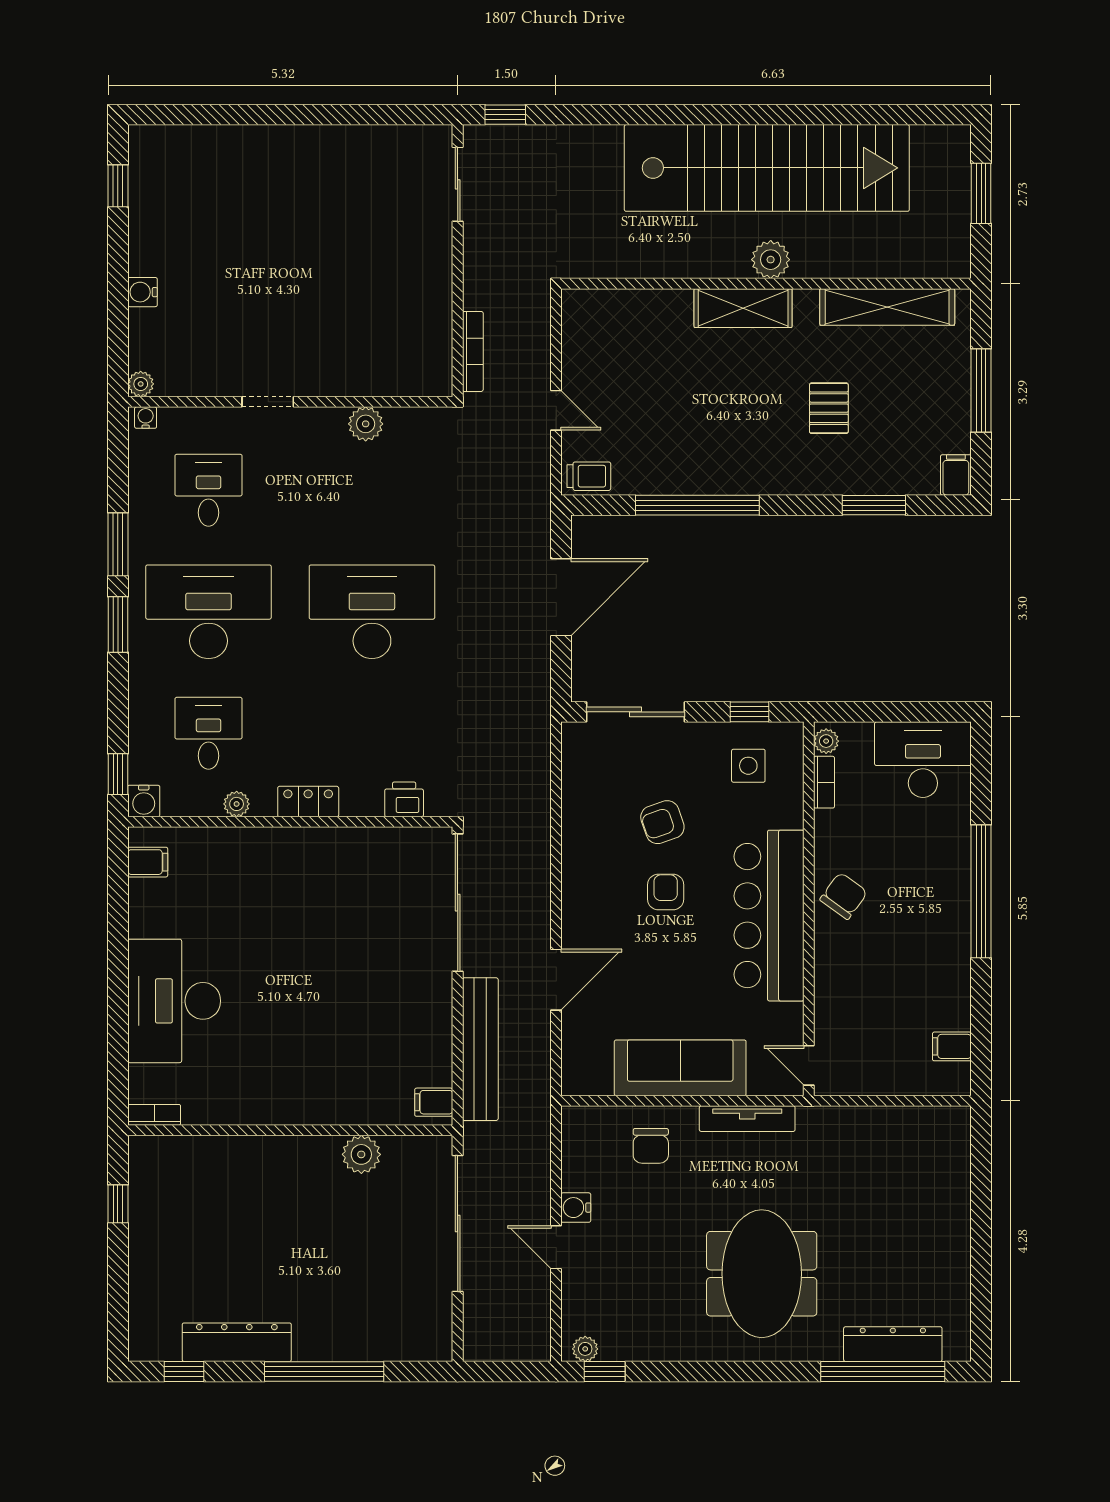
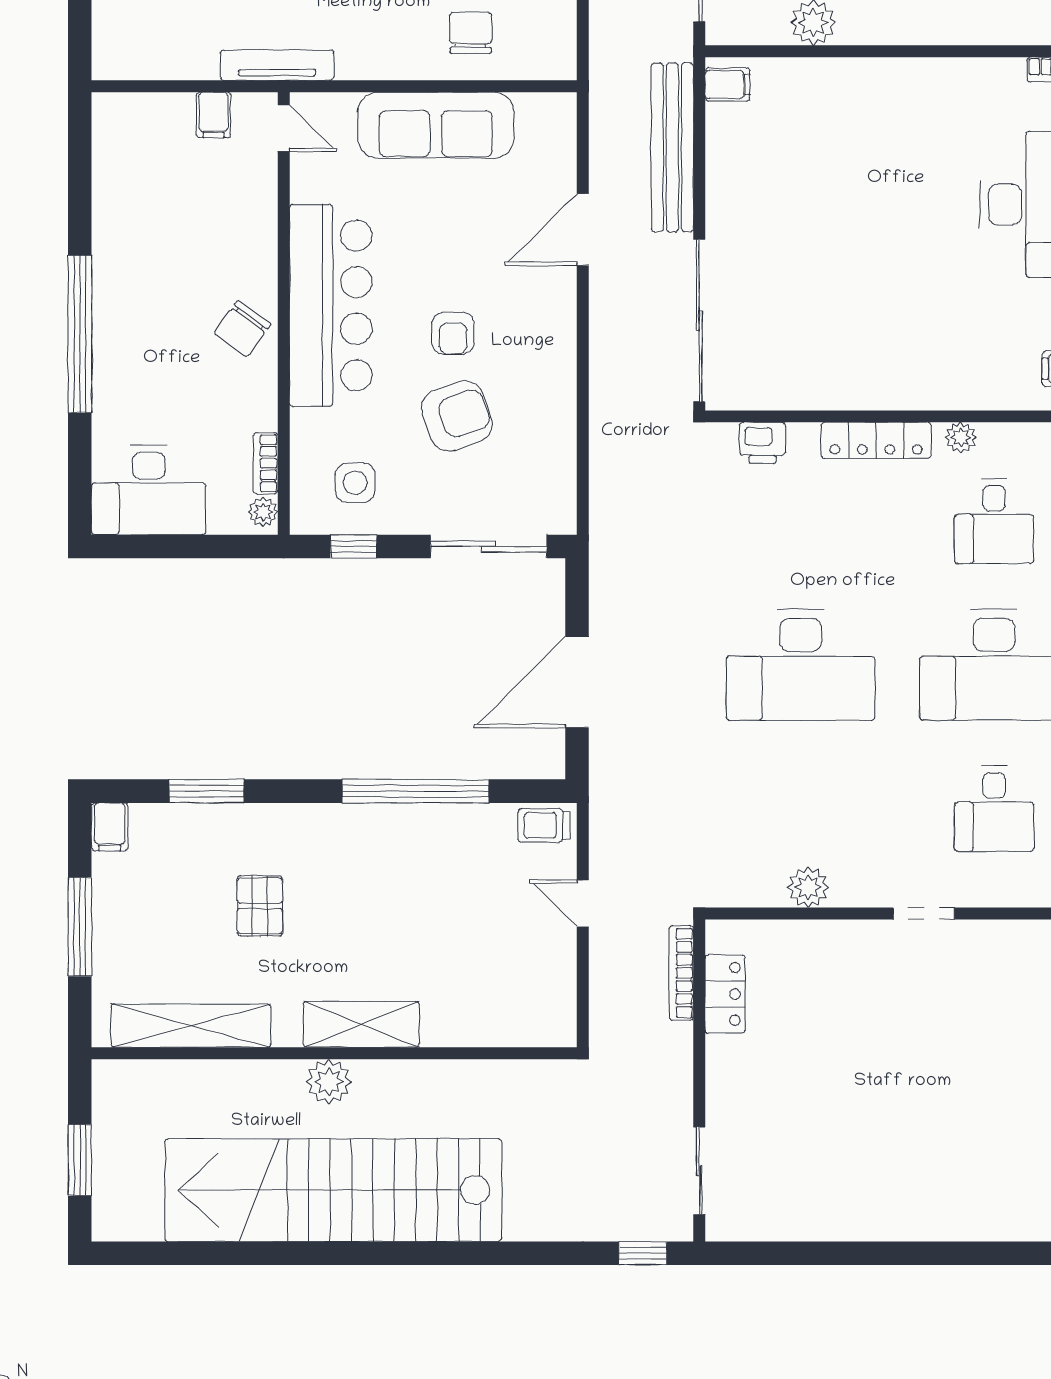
locker: (436, 334) -> (725, 994), added
locker: (308, 802) -> (876, 440), width x1.53
armchair: (662, 822) -> (457, 416), width x1.38, depth x1.38
filing cabinet: (952, 1046) -> (213, 115), moved, turned 90
tv unit: (747, 1119) -> (277, 65), moved

